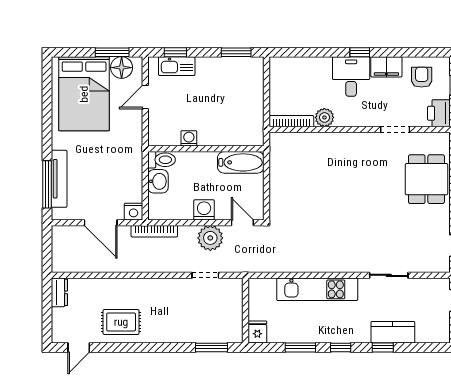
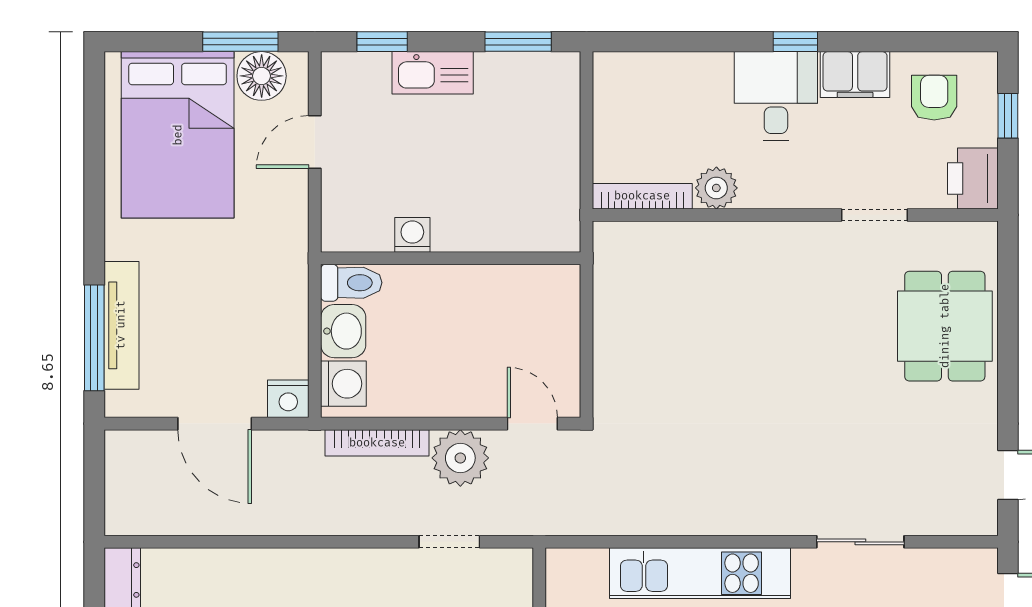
kitchen sink: (177, 66) -> (433, 73), moved
bathtub: (241, 162) -> (529, 289), removed
washing machine: (204, 210) -> (343, 384), moved, turned 90
bookcase: (154, 231) -> (377, 443), moved

